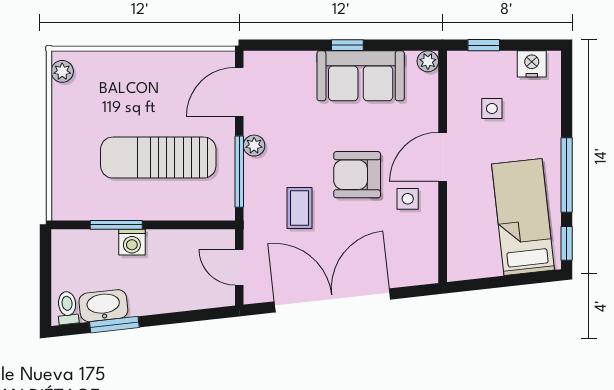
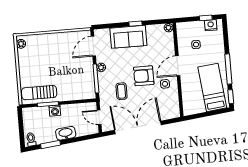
window: (484, 45) -> (206, 18), moved
sofa: (361, 76) -> (128, 37), moved
sun lounger: (158, 158) -> (39, 93), moved, width x0.73, depth x0.75
washbasin: (103, 306) -> (66, 133), moved

